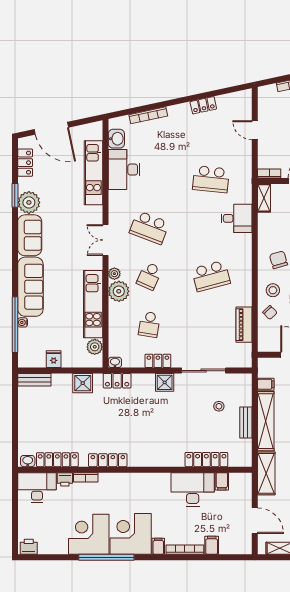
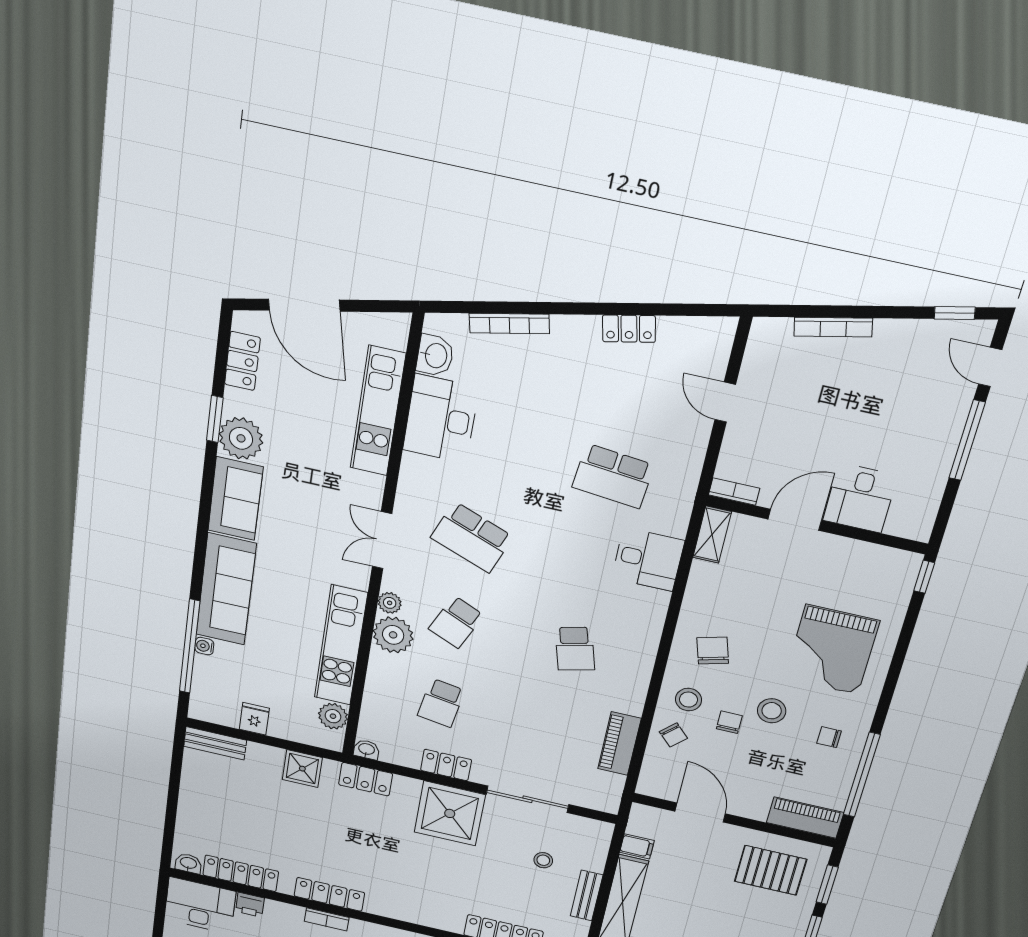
school desk: (211, 276) -> (575, 649), width x0.54
shower: (165, 382) -> (450, 813), width x1.86, depth x1.86
bookcase: (86, 477) -> (327, 919), moved

